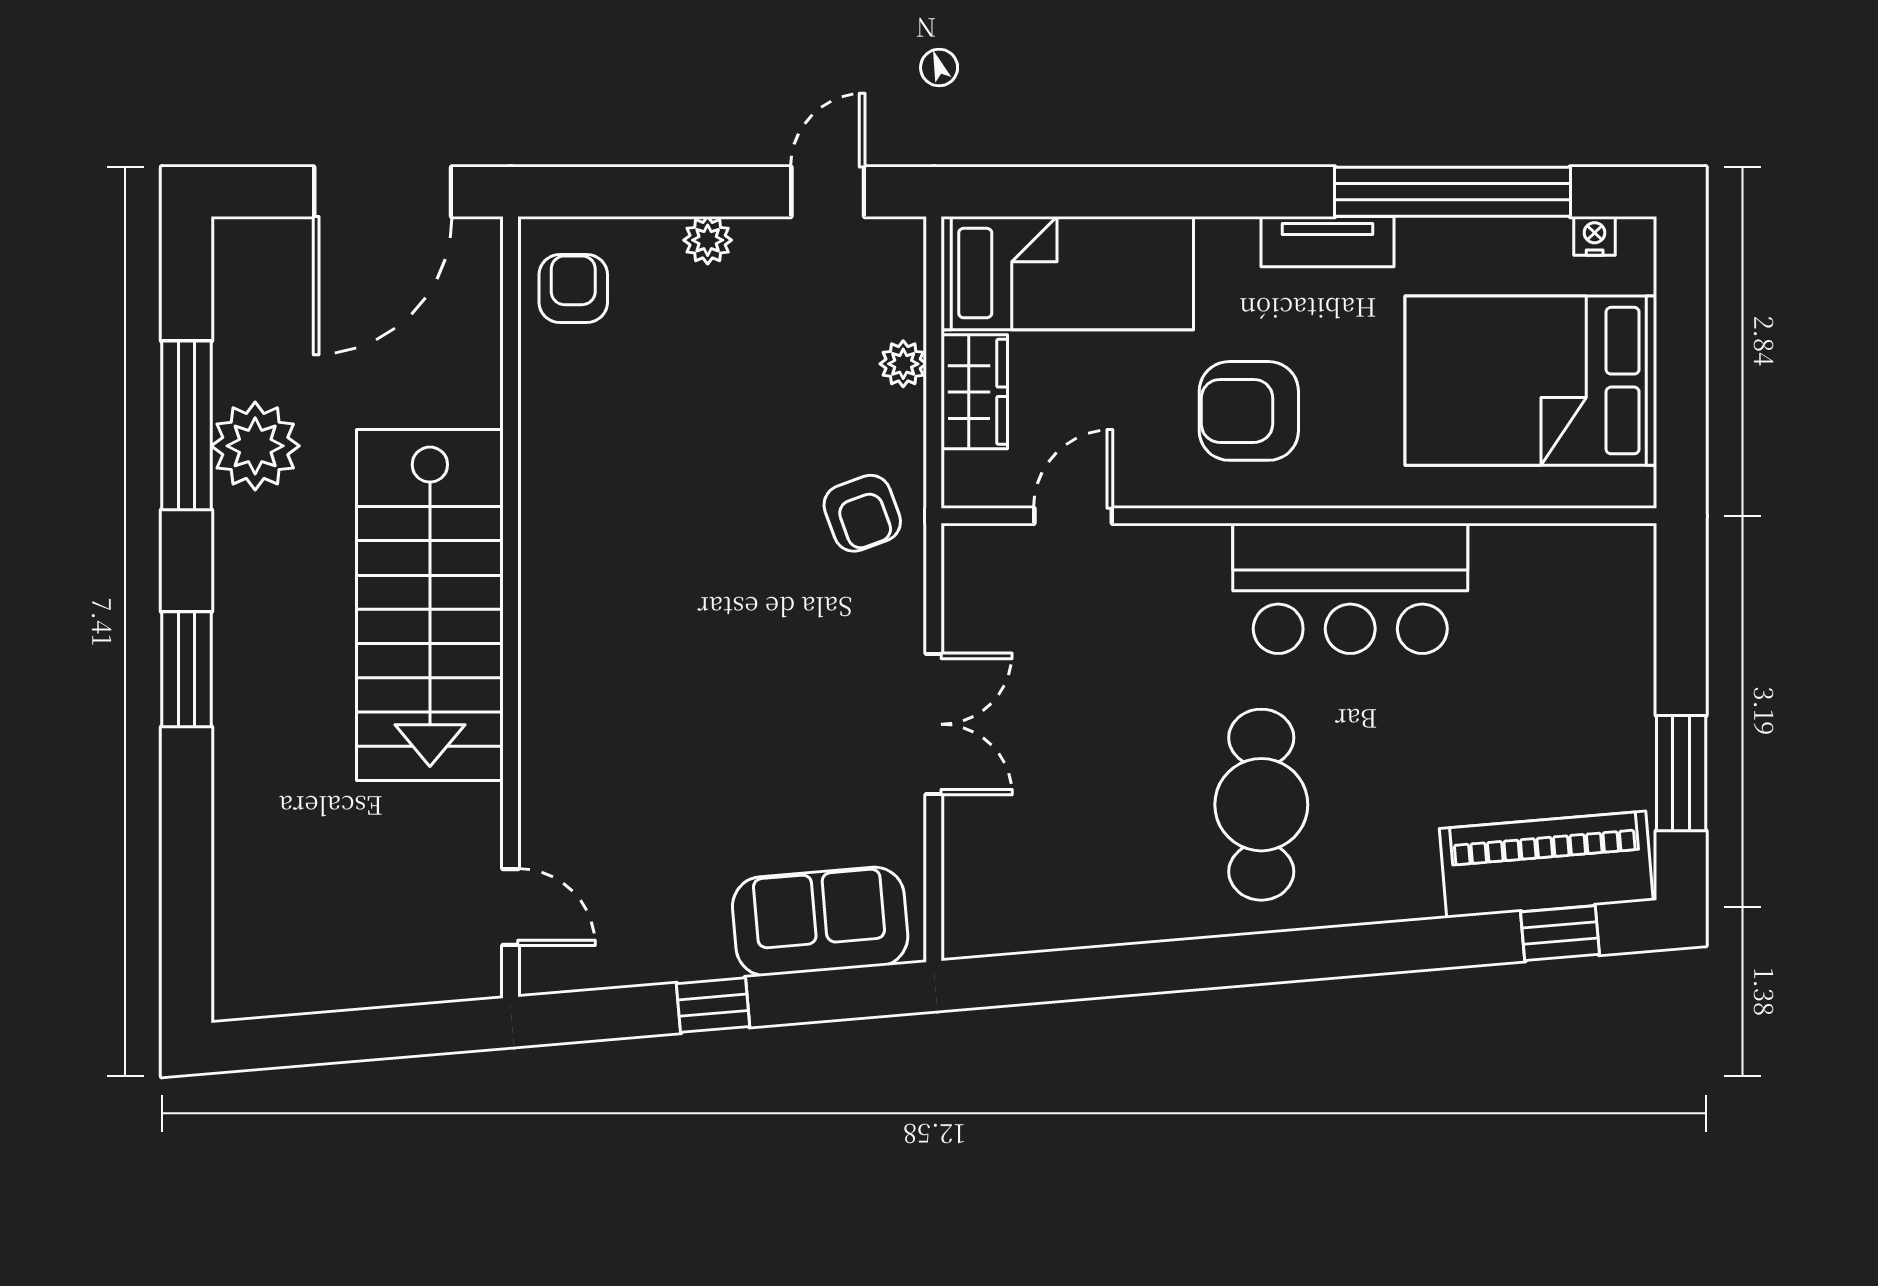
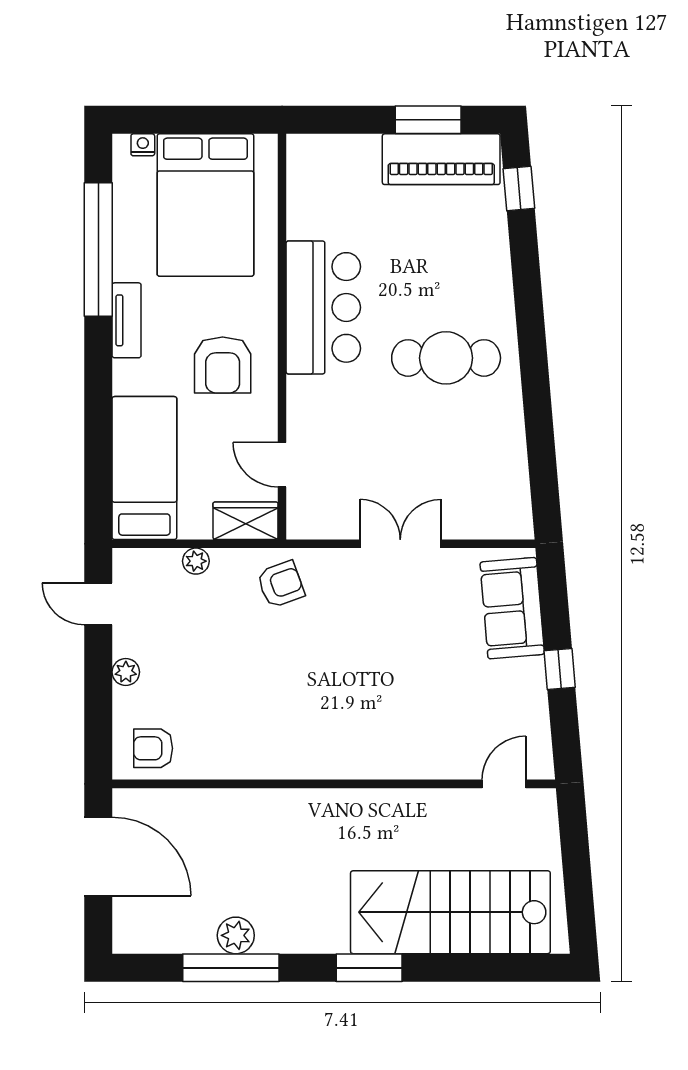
nightstand: (1595, 236) -> (143, 145), moved, turned 90
wardrobe: (974, 392) -> (245, 521), moved
plant: (255, 446) -> (236, 935), width x0.73, depth x0.73
stairs: (430, 605) -> (450, 912), moved, turned 180
piano: (1546, 865) -> (441, 159), moved, turned -85

